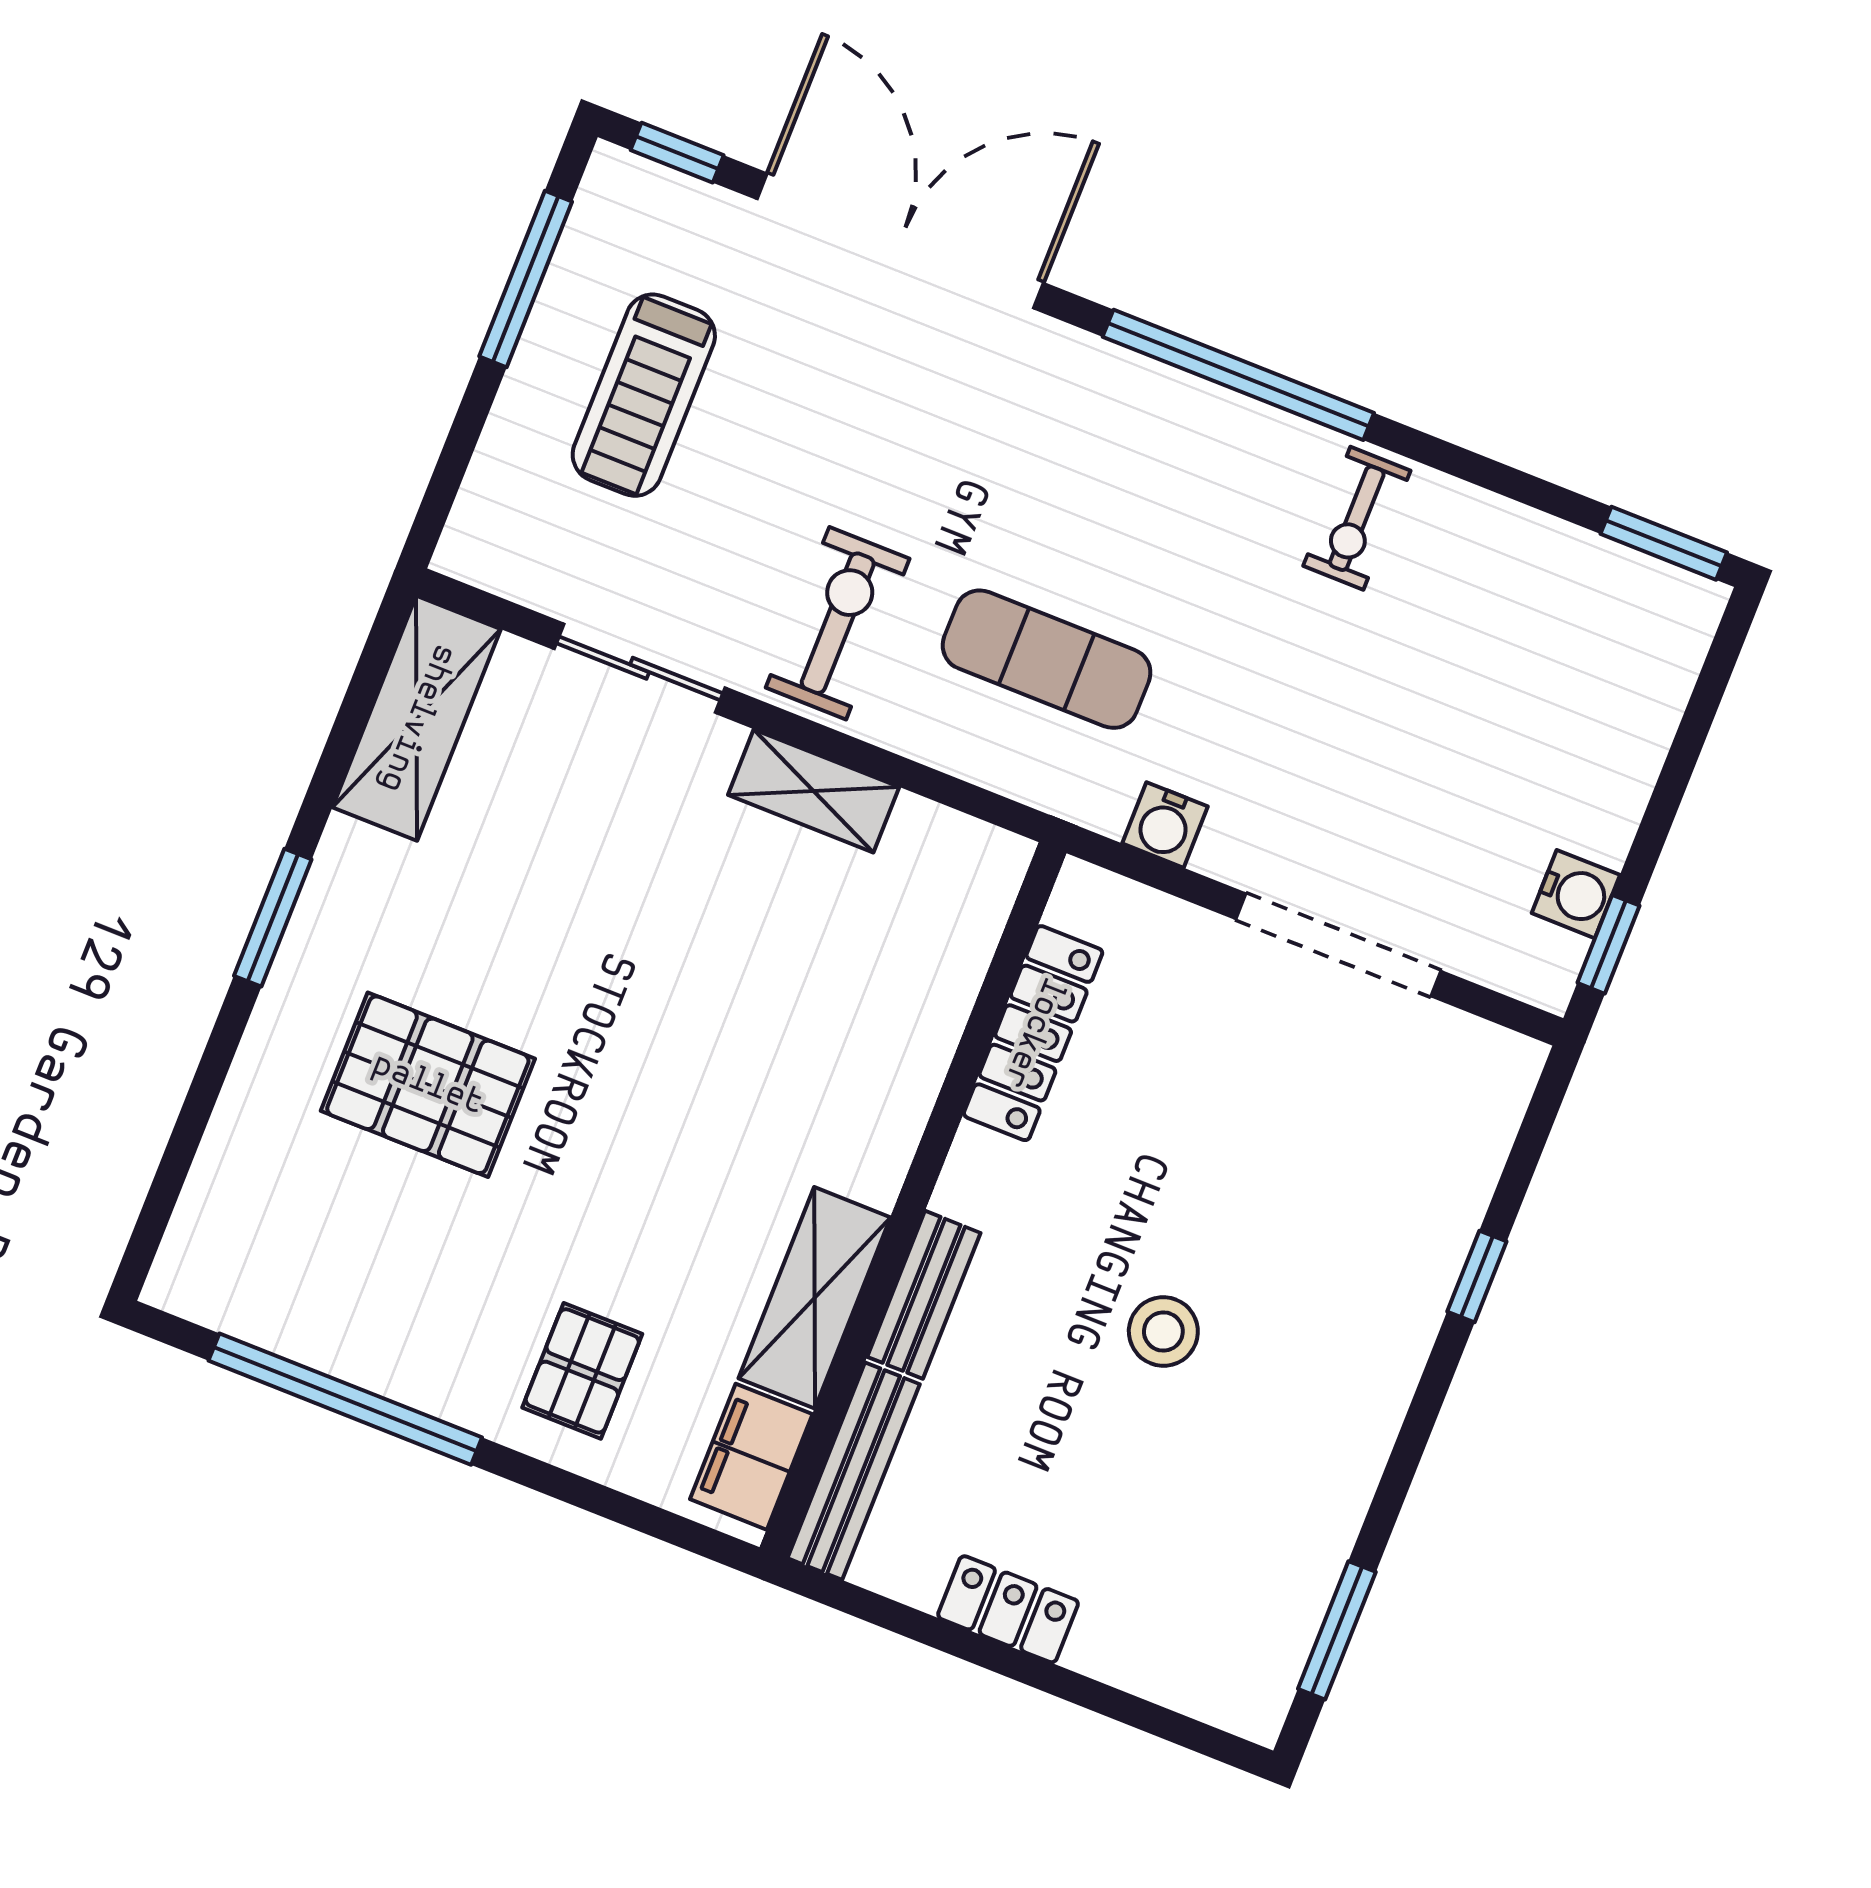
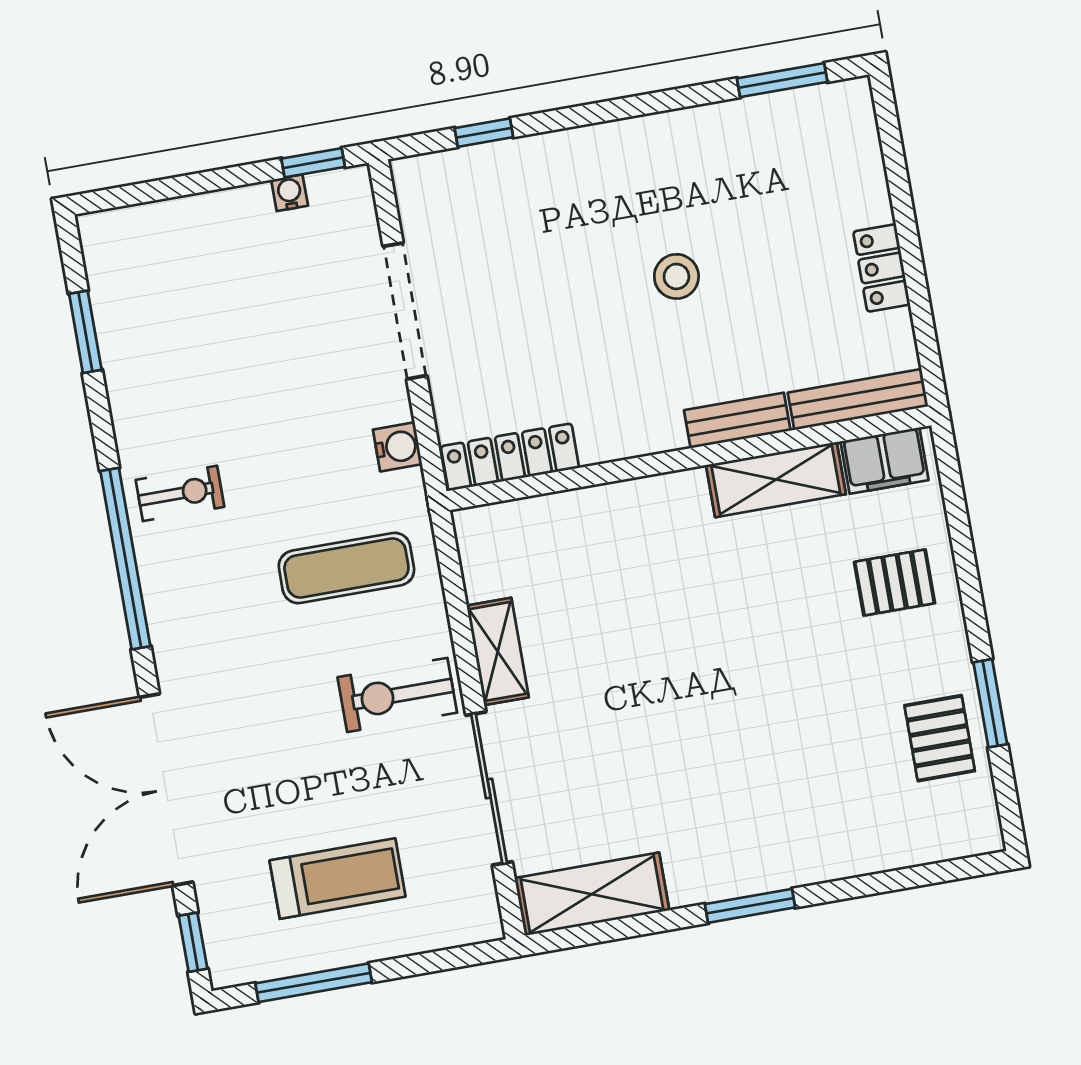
exercise bike: (1357, 518) -> (180, 493), moved
window: (1664, 543) -> (85, 332), moved
exercise mat: (1047, 659) -> (346, 568), turned 90
sliding door: (640, 668) -> (489, 789), width x1.37
water cooler: (1576, 894) -> (290, 193), width x0.72, depth x0.72
locker: (1033, 1033) -> (510, 457), moved
pallet: (428, 1085) -> (940, 738), moved, width x0.67, depth x0.71
window: (1477, 1277) -> (484, 133), moved
window: (345, 1399) -> (990, 703), width x0.47

